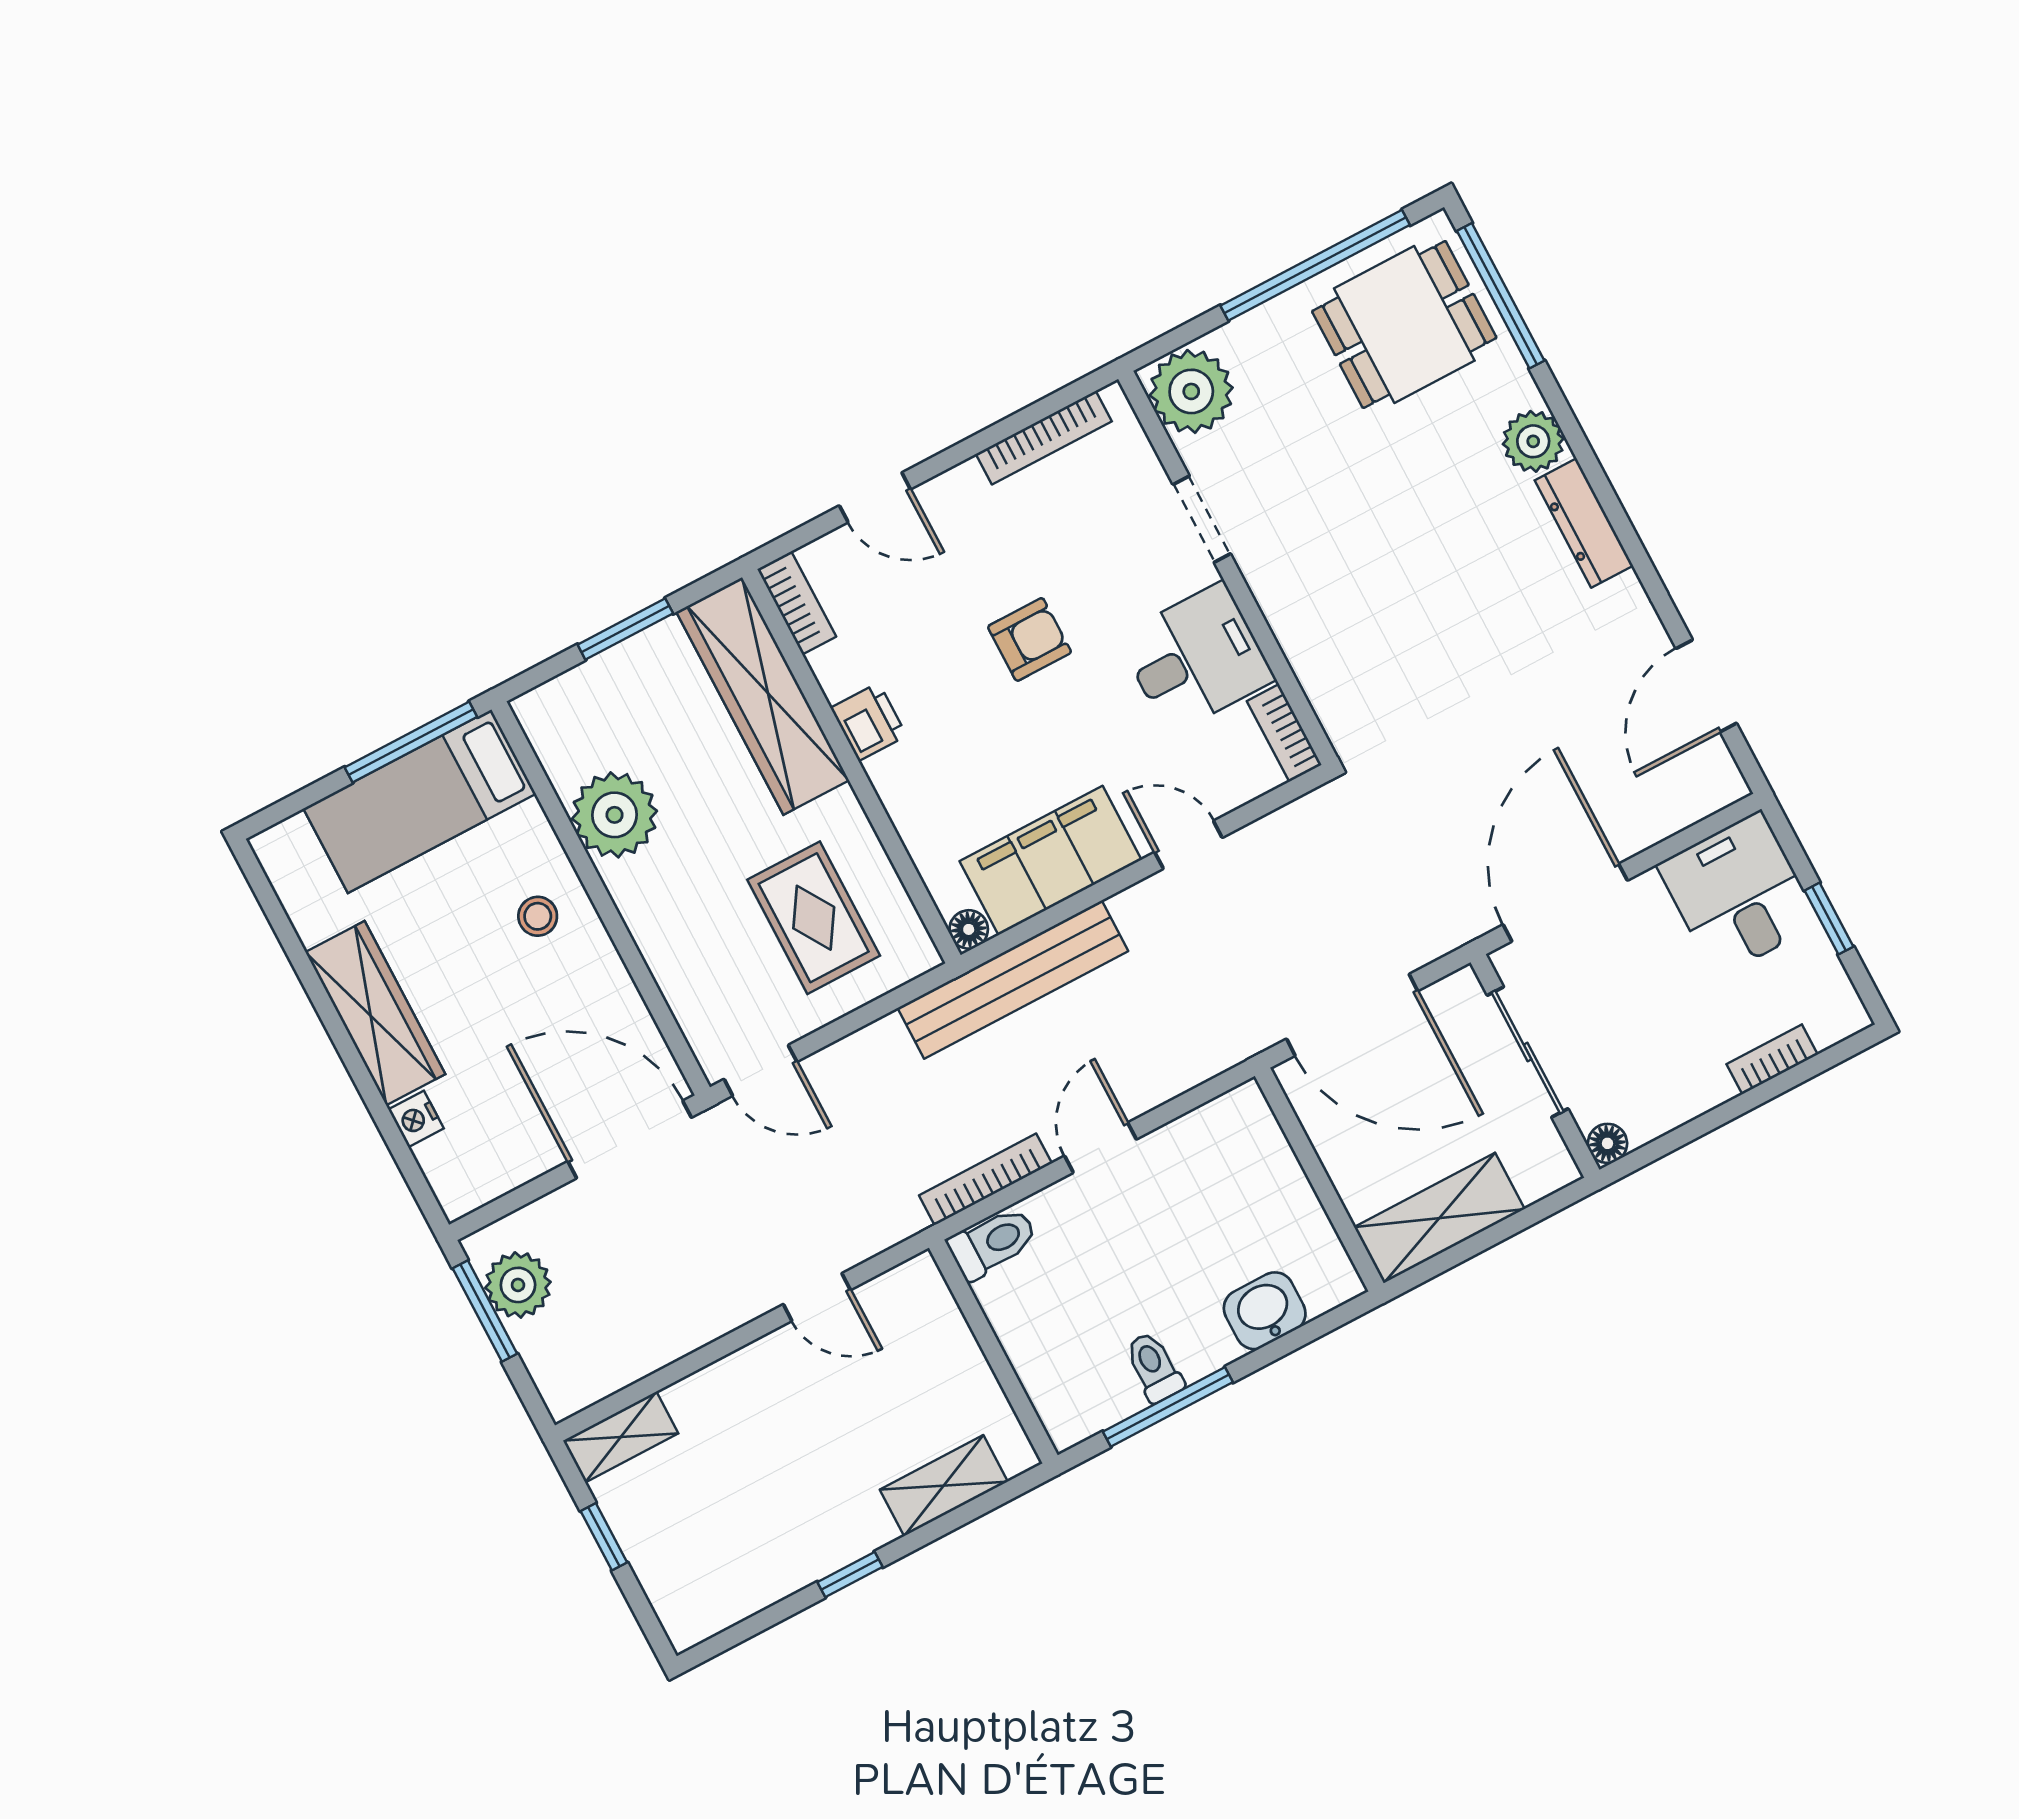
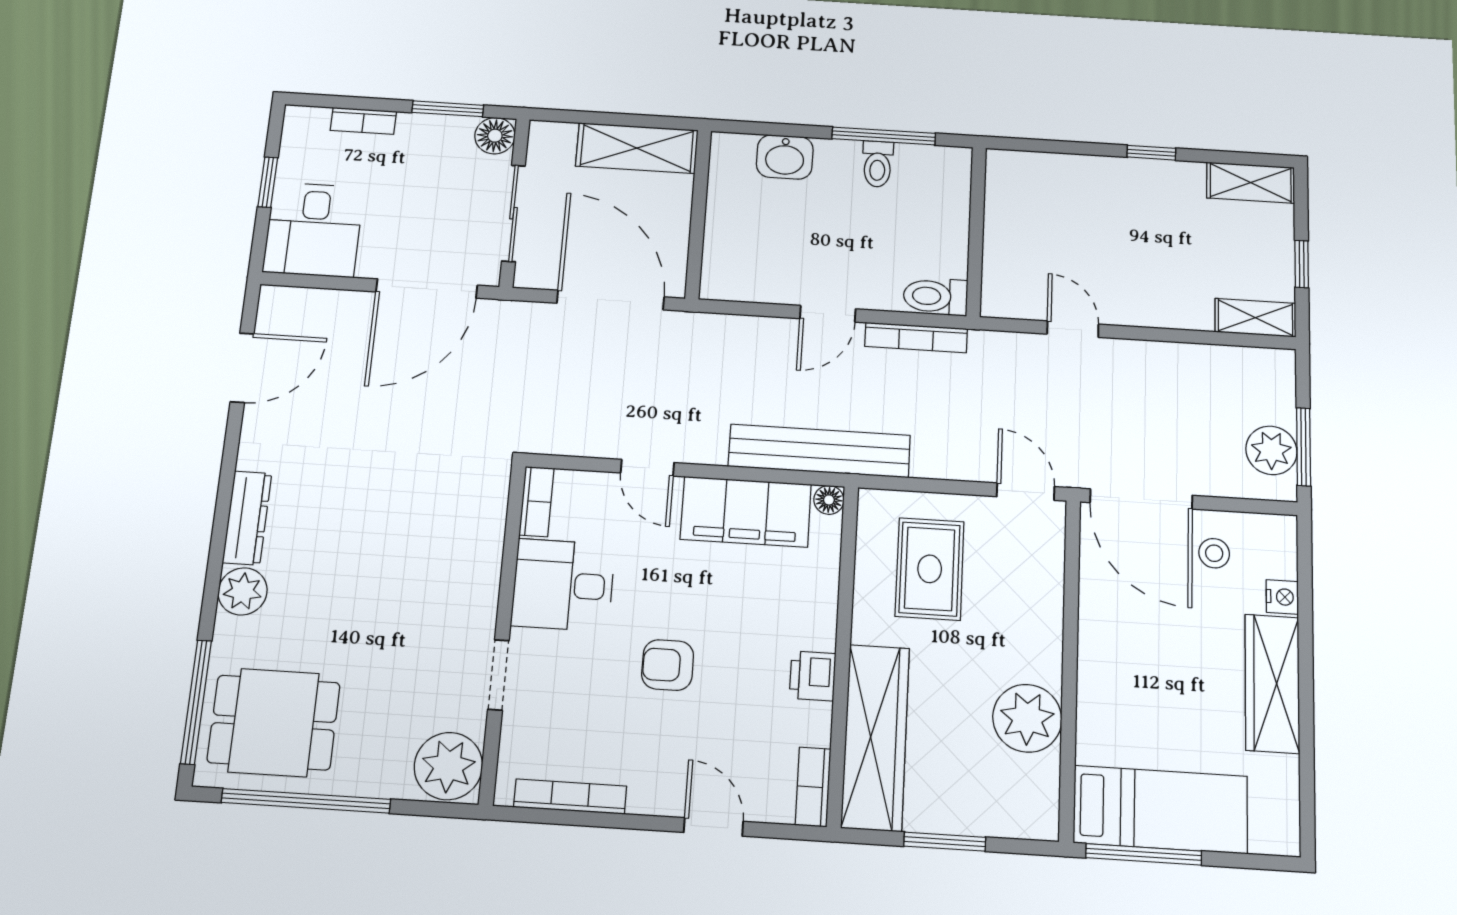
stool: (538, 916) -> (1214, 553), moved
window: (1686, 1134) -> (448, 109), added
floor lamp: (1607, 1143) -> (495, 136), width x1.37, depth x1.37
shelving: (944, 1486) -> (1251, 183), moved

